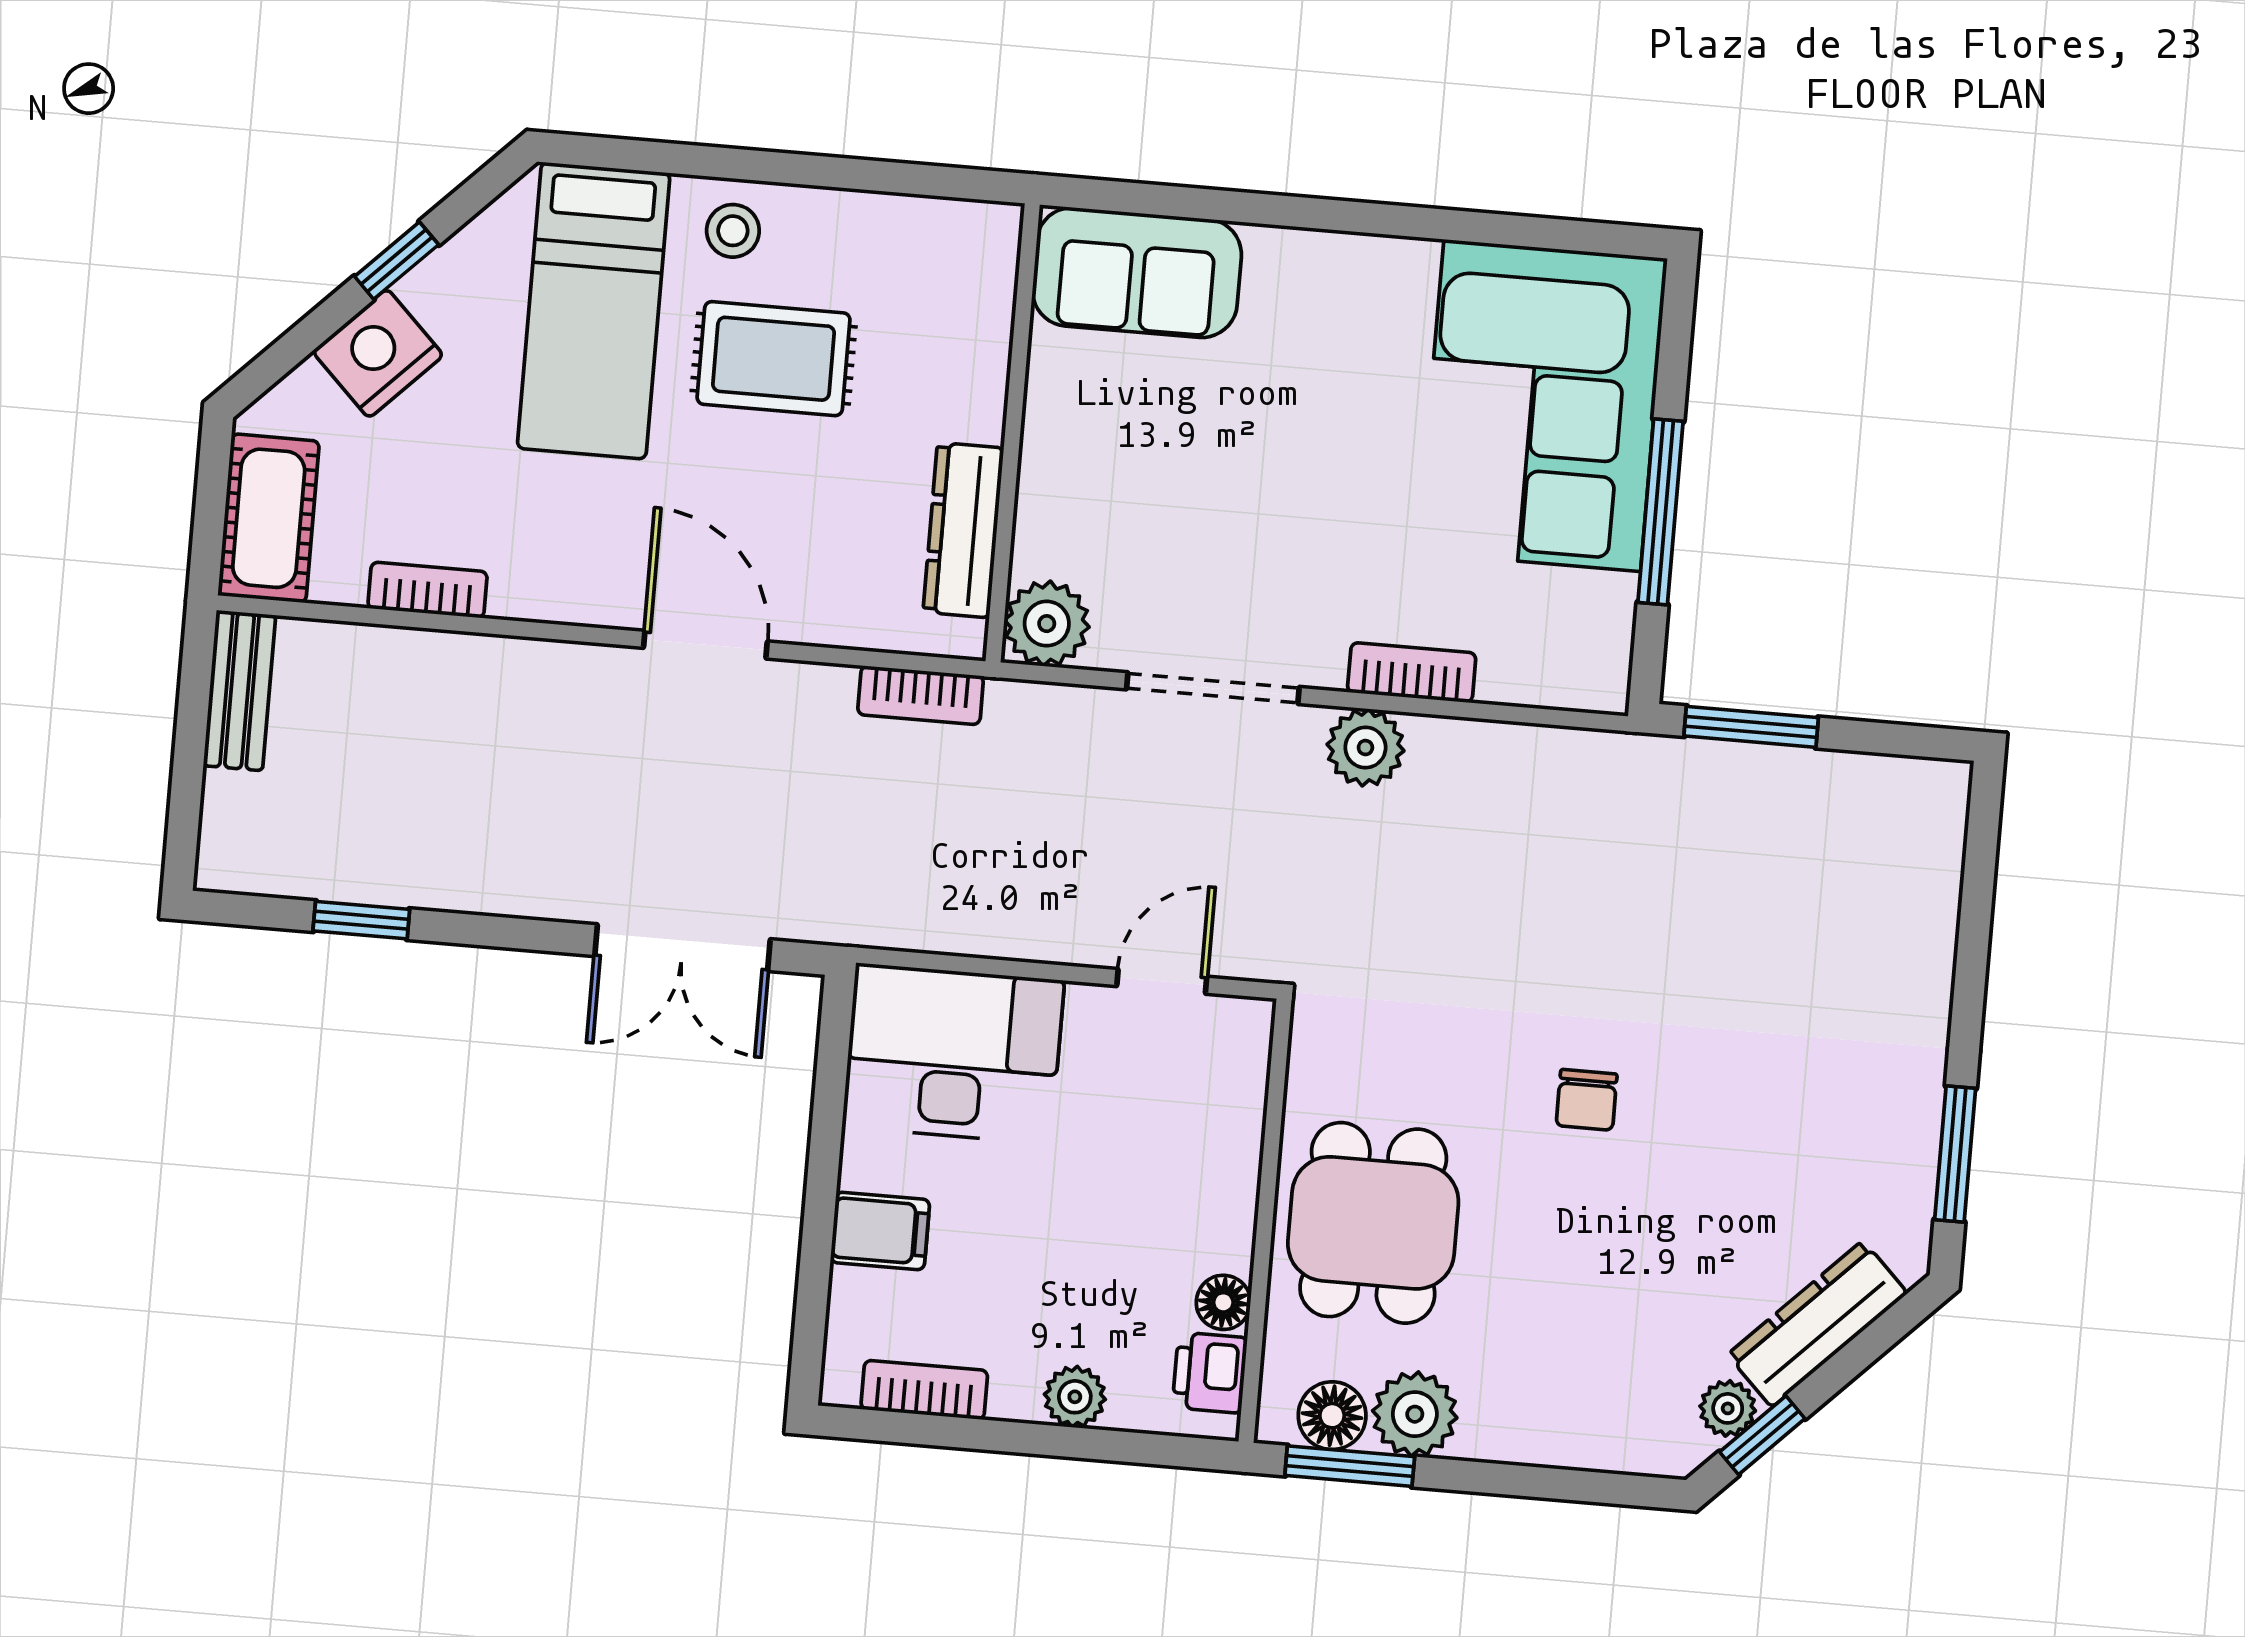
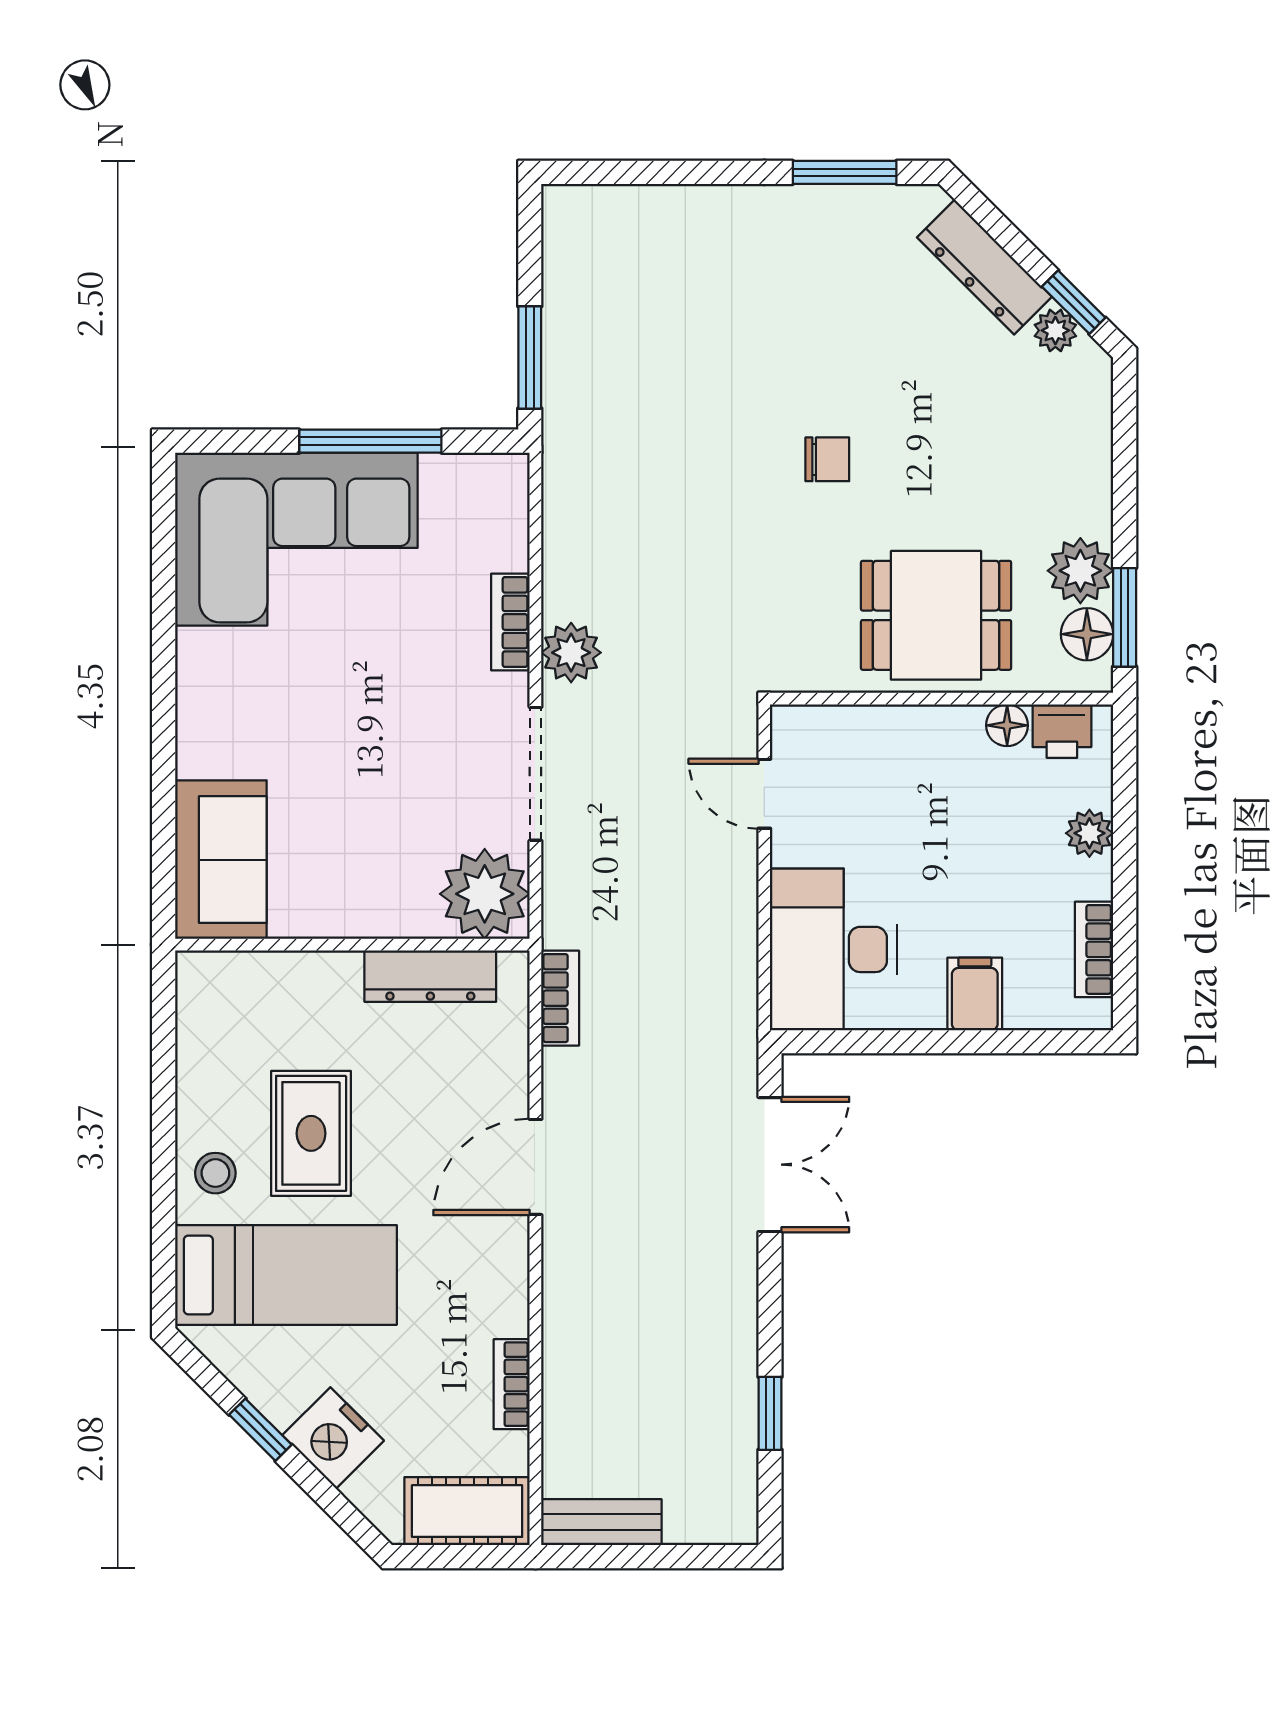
plant: (1047, 624) -> (485, 894), width x1.36, depth x1.36

